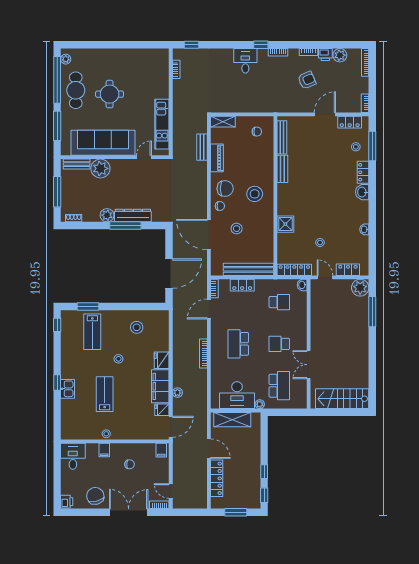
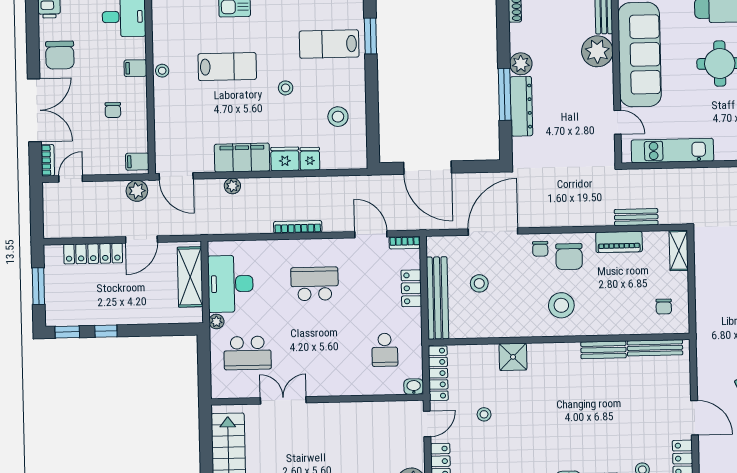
stool: (237, 229) -> (479, 283), moved
school desk: (279, 344) -> (316, 351), removed
fridge: (162, 410) -> (310, 159), moved
plant: (179, 451) -> (137, 191), added
chair: (95, 496) -> (60, 55), turned 105

